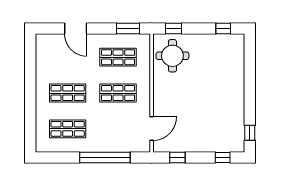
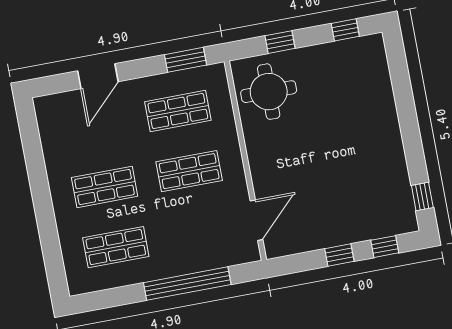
door: (76, 28) -> (98, 76), hinge flipped
window: (174, 28) -> (280, 42), moved
window: (177, 158) -> (339, 255), moved

